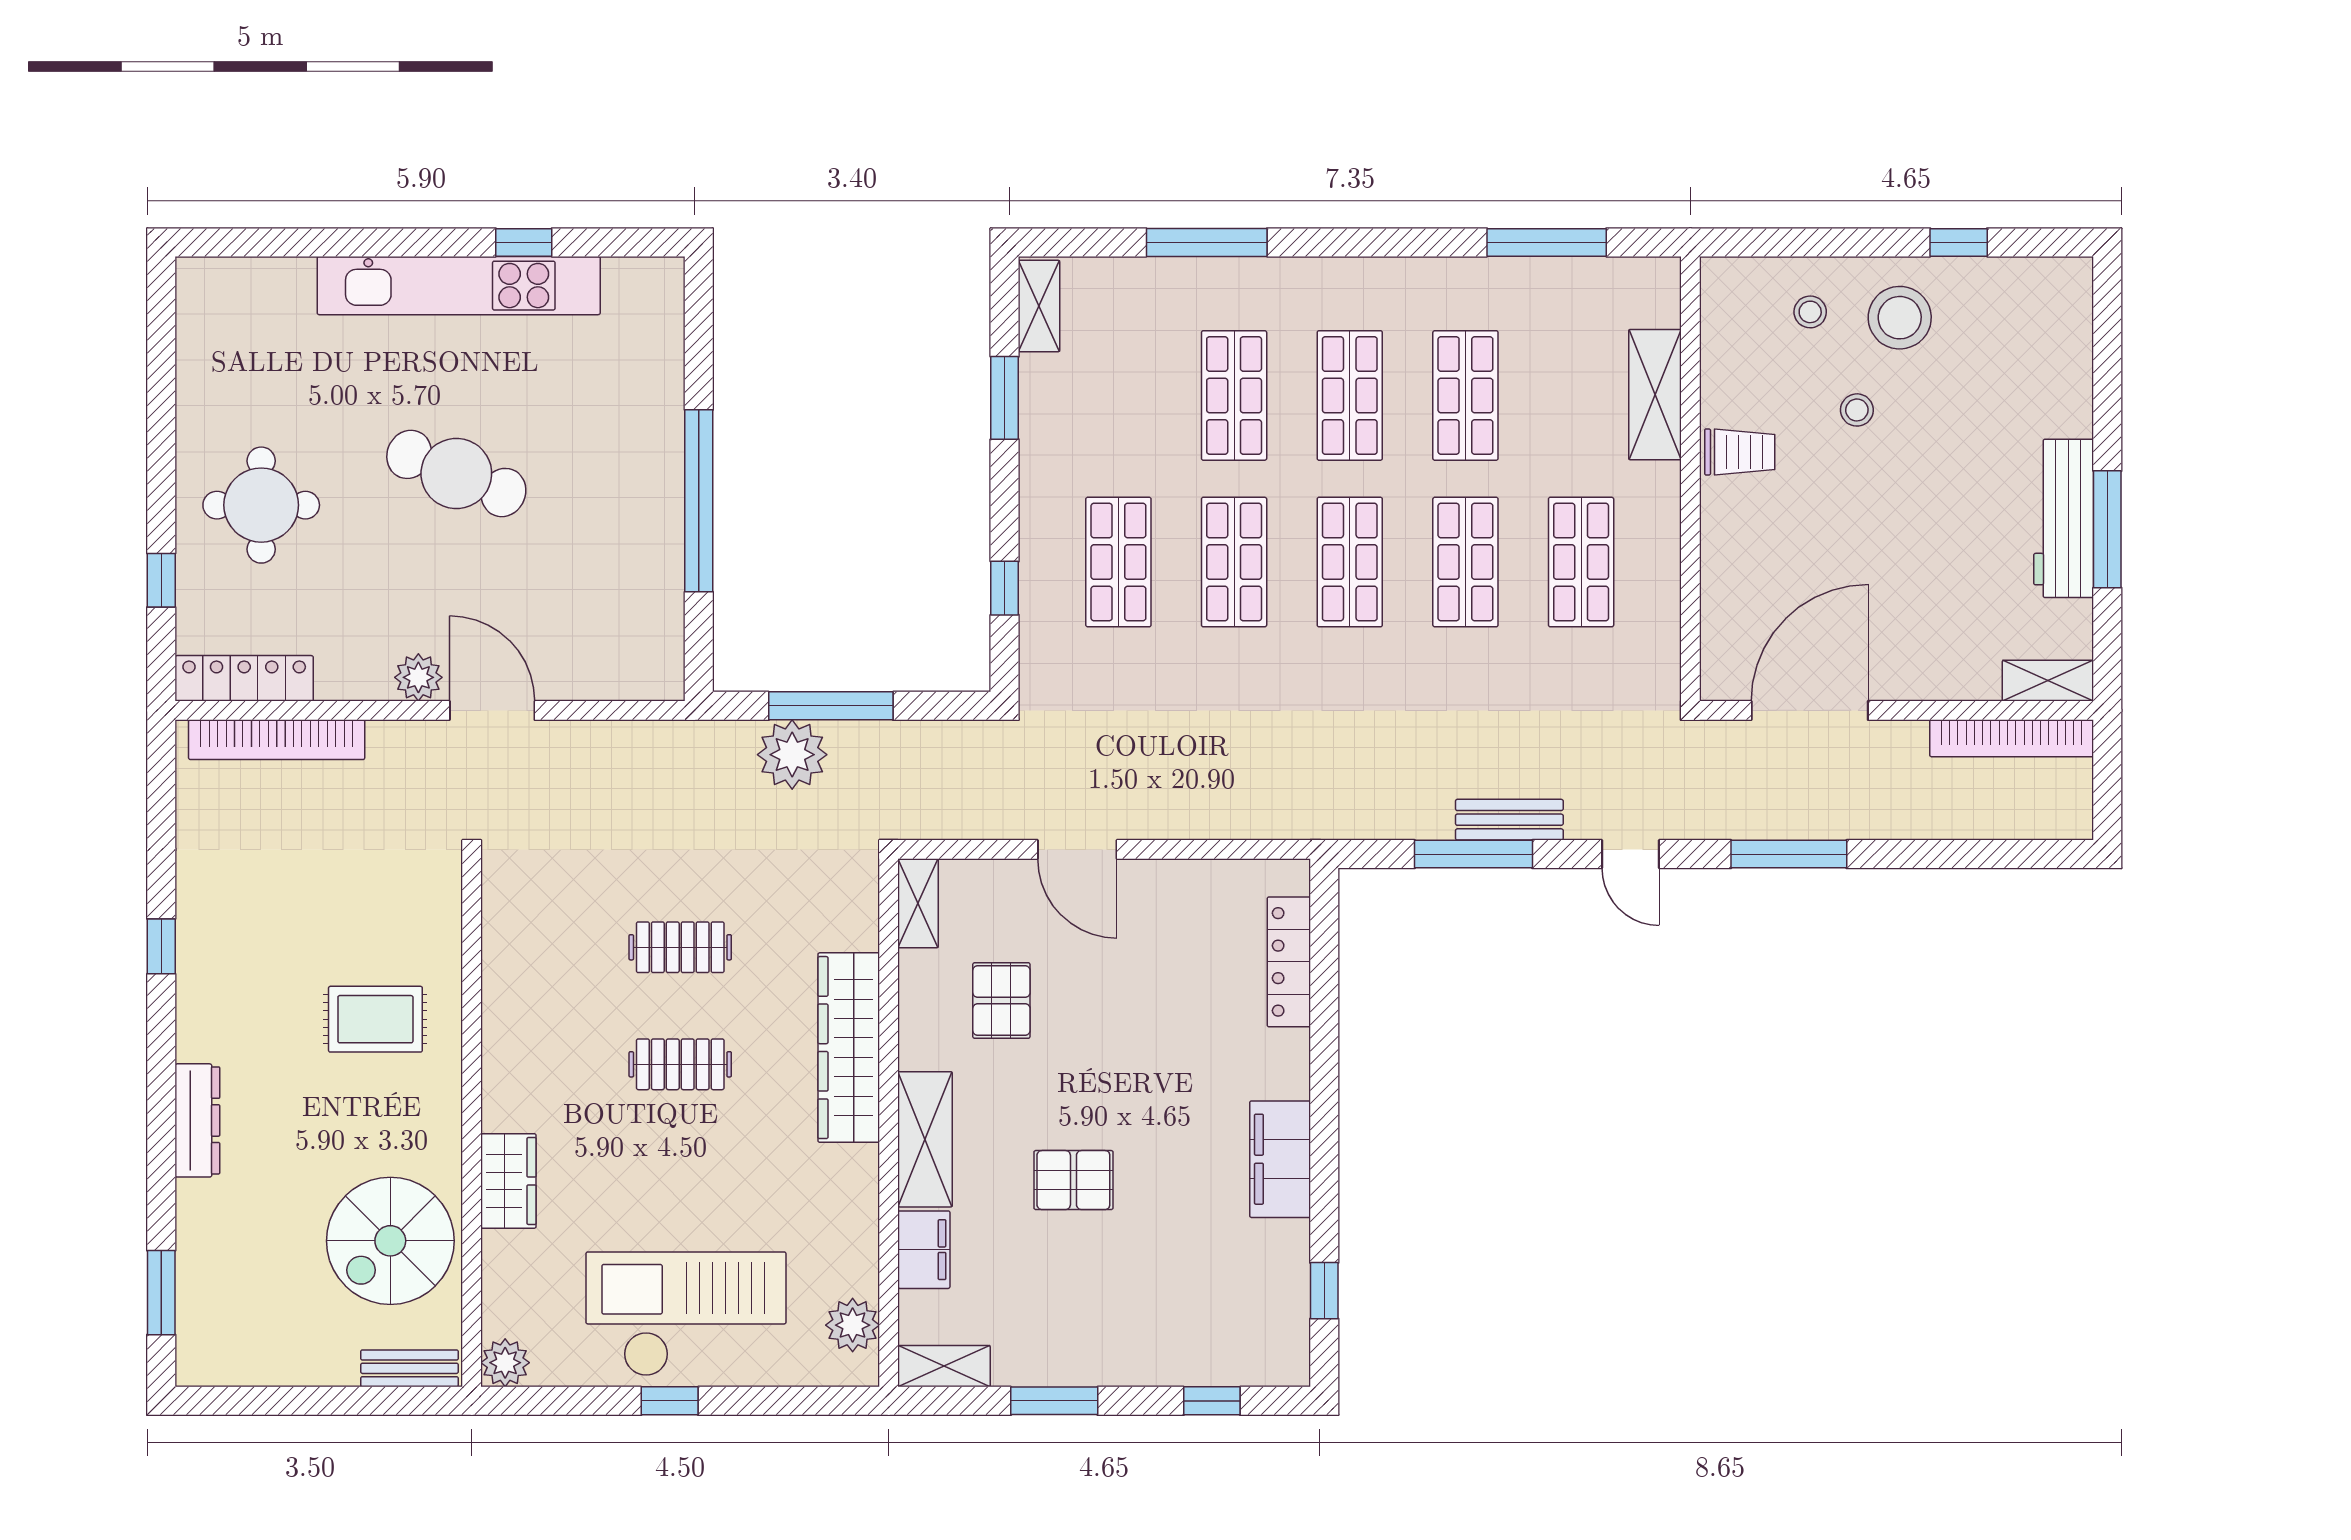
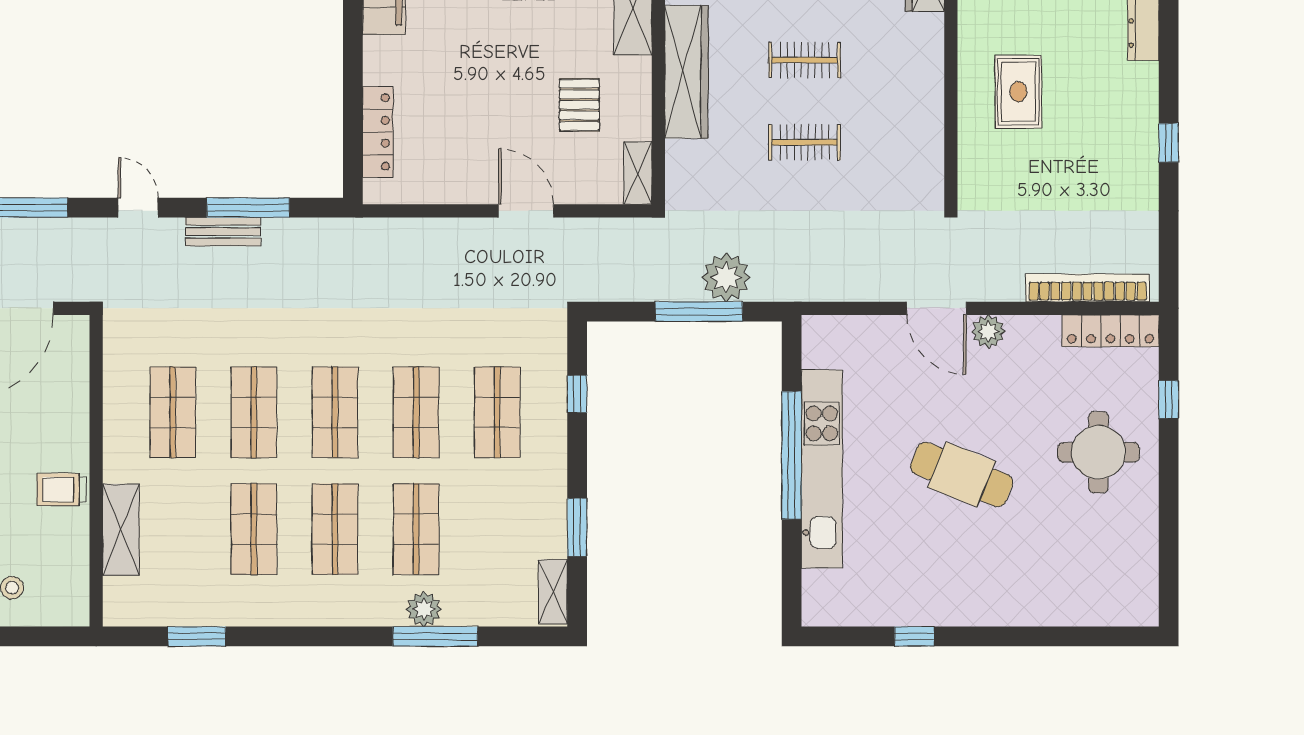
window: (1547, 242) -> (197, 636), width x0.69
plant: (1223, 281) -> (424, 609), added
kitchen unit: (459, 286) -> (822, 469), moved, turned 90
rug: (375, 1019) -> (1018, 92), turned 90

